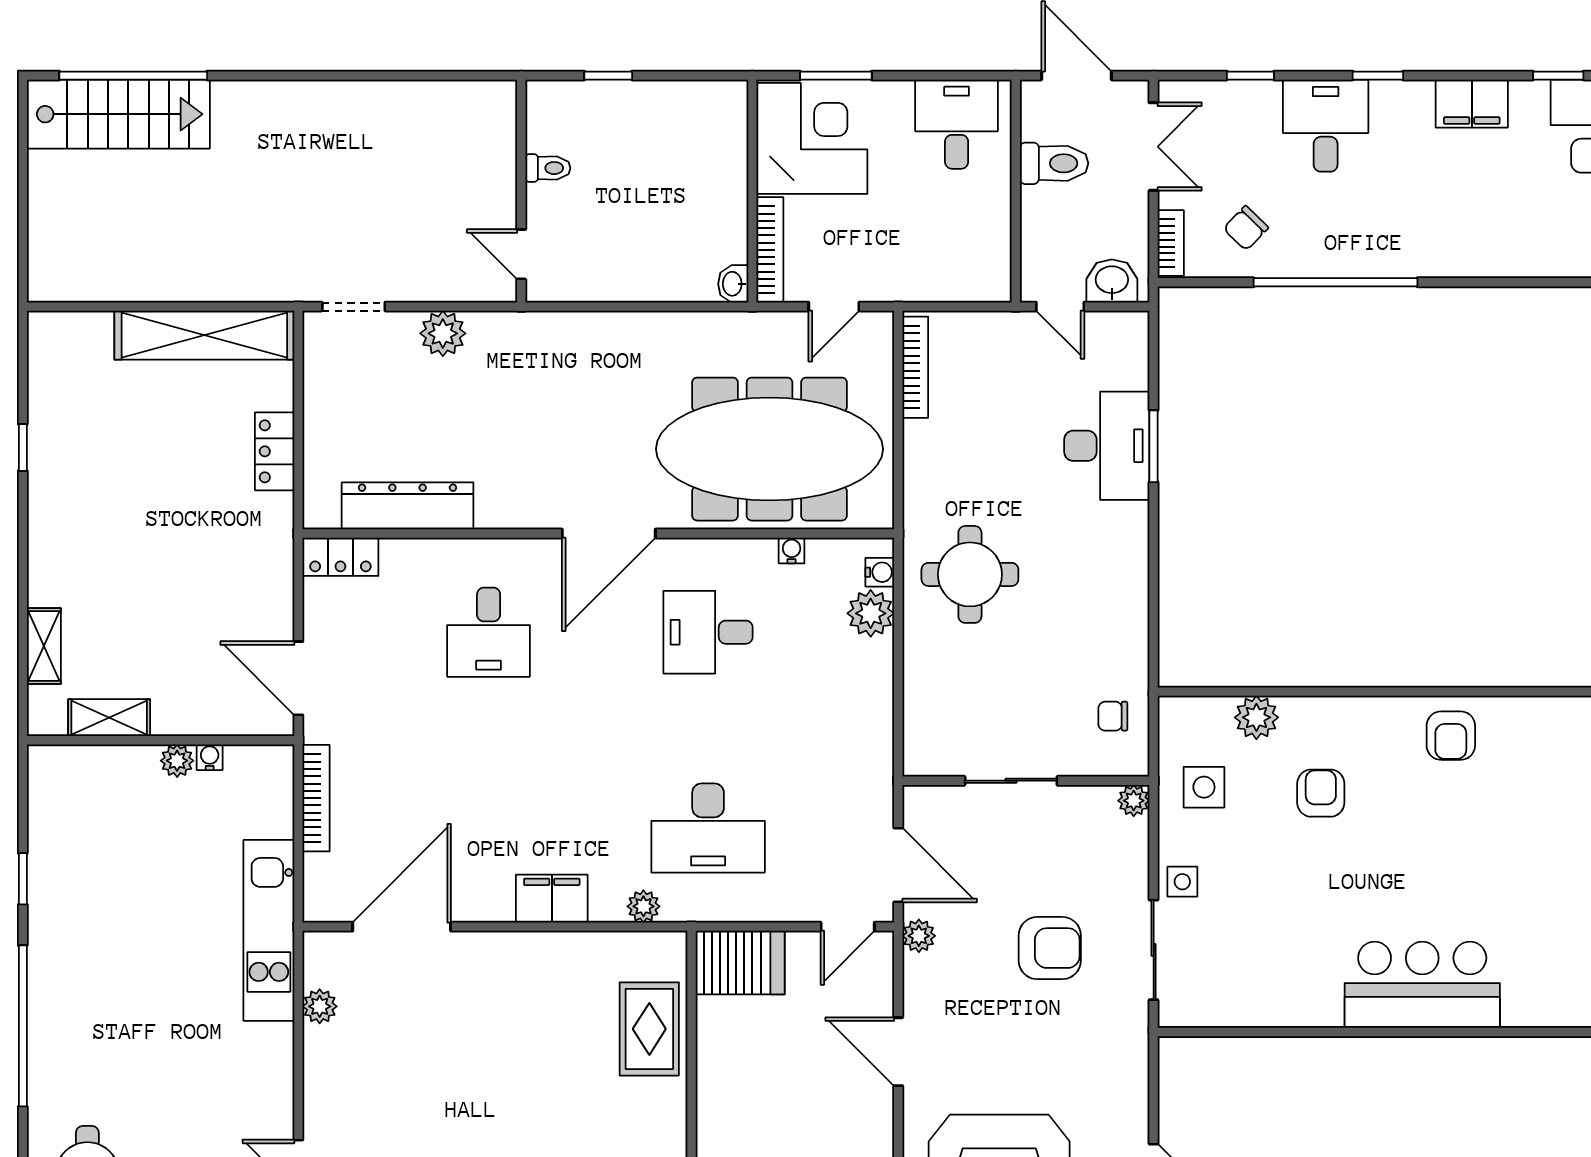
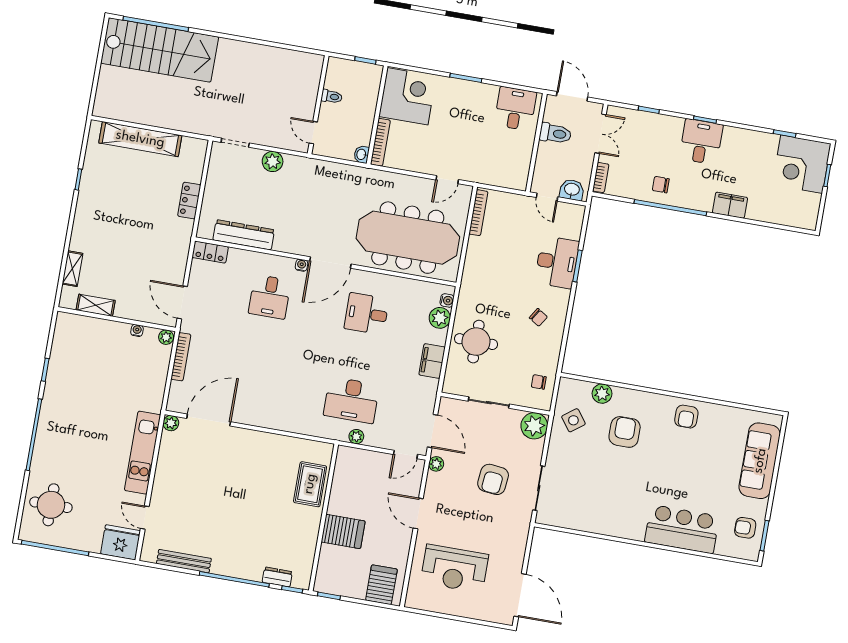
filing cabinet: (1472, 104) -> (730, 205), moved, turned 180
stairs: (118, 114) -> (160, 50), width x1.36, depth x1.51
desk: (1326, 126) -> (701, 142), moved
corner desk: (812, 138) -> (408, 96), moved
wall: (752, 191) -> (377, 115), moved
chair: (1246, 228) -> (661, 185), moved, turned 46
bookcase: (770, 250) -> (380, 142), moved
washbasin: (733, 284) -> (362, 154), moved
shelving: (204, 335) -> (140, 139), moved
water cooler: (792, 550) -> (302, 265), moved
round table: (970, 574) -> (476, 342), moved
chair: (1087, 574) -> (538, 317), added
plant: (177, 761) -> (166, 337), moved
side table: (1204, 787) -> (573, 420), turned -37
armchair: (1321, 793) -> (625, 432), width x1.38, depth x1.38
plant: (1134, 801) -> (534, 426), width x1.88, depth x1.88
side table: (1182, 882) -> (557, 460), removed
filing cabinet: (552, 899) -> (432, 361), moved, turned -90
plant: (643, 906) -> (356, 437), moved
kitchen unit: (269, 930) -> (143, 453), moved
armchair: (1050, 948) -> (493, 479), turned 96
server rack: (740, 963) -> (343, 531), moved
bar counter: (1422, 985) -> (682, 529), moved
plant: (320, 1006) -> (171, 423), moved

